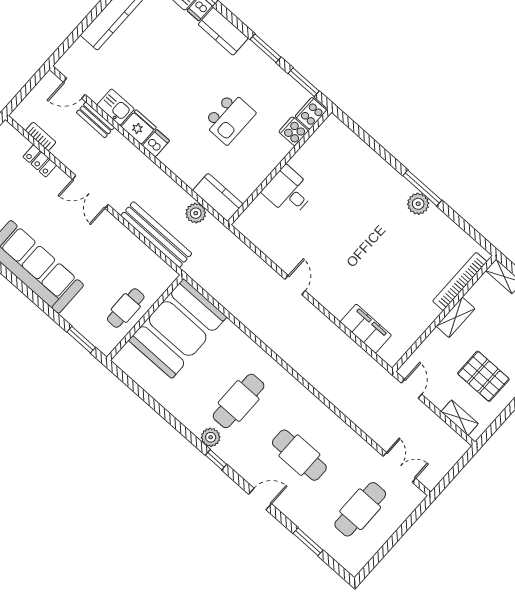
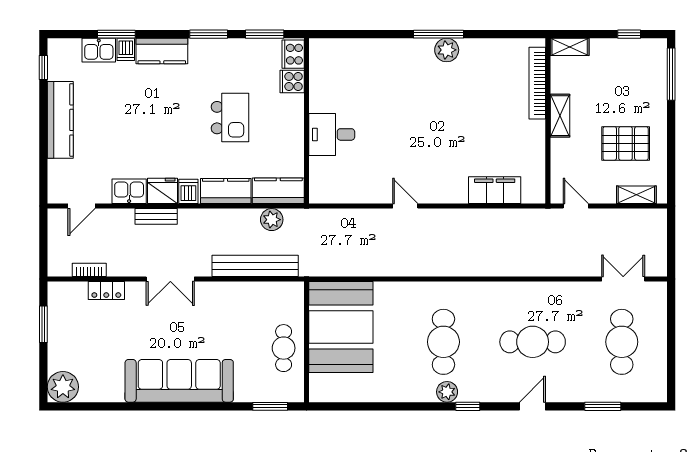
bench: (95, 120) -> (156, 216), moved
kitchen counter: (182, 166) -> (226, 191), added

